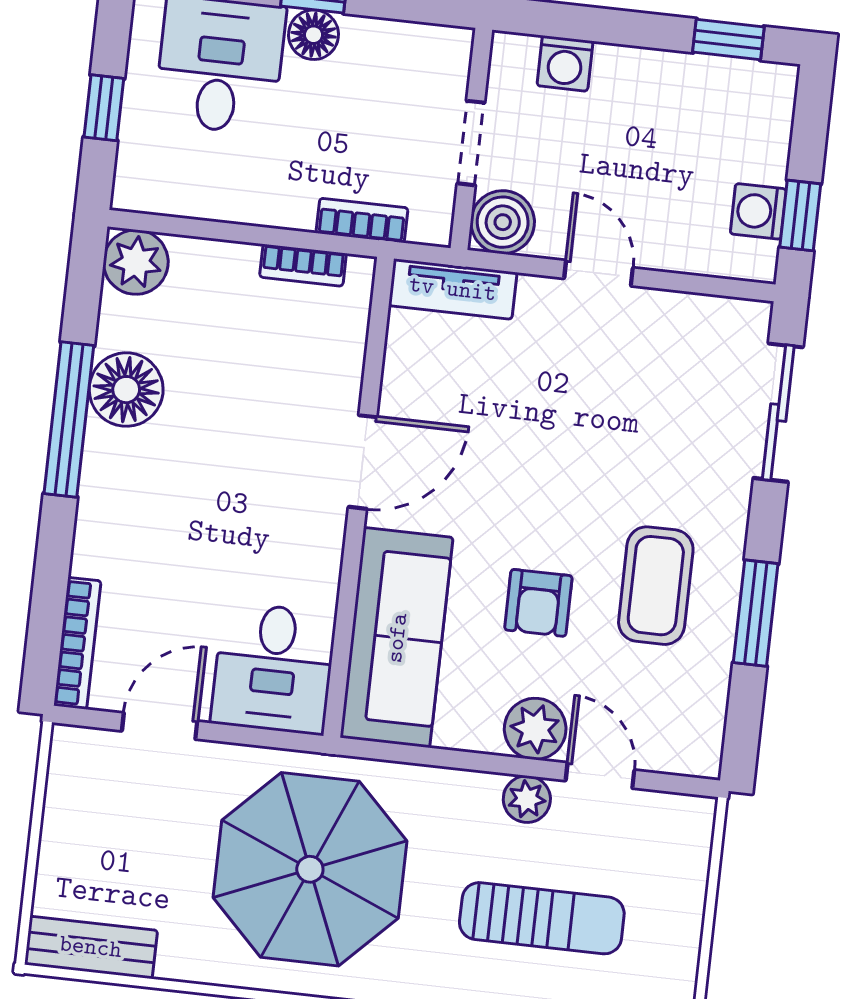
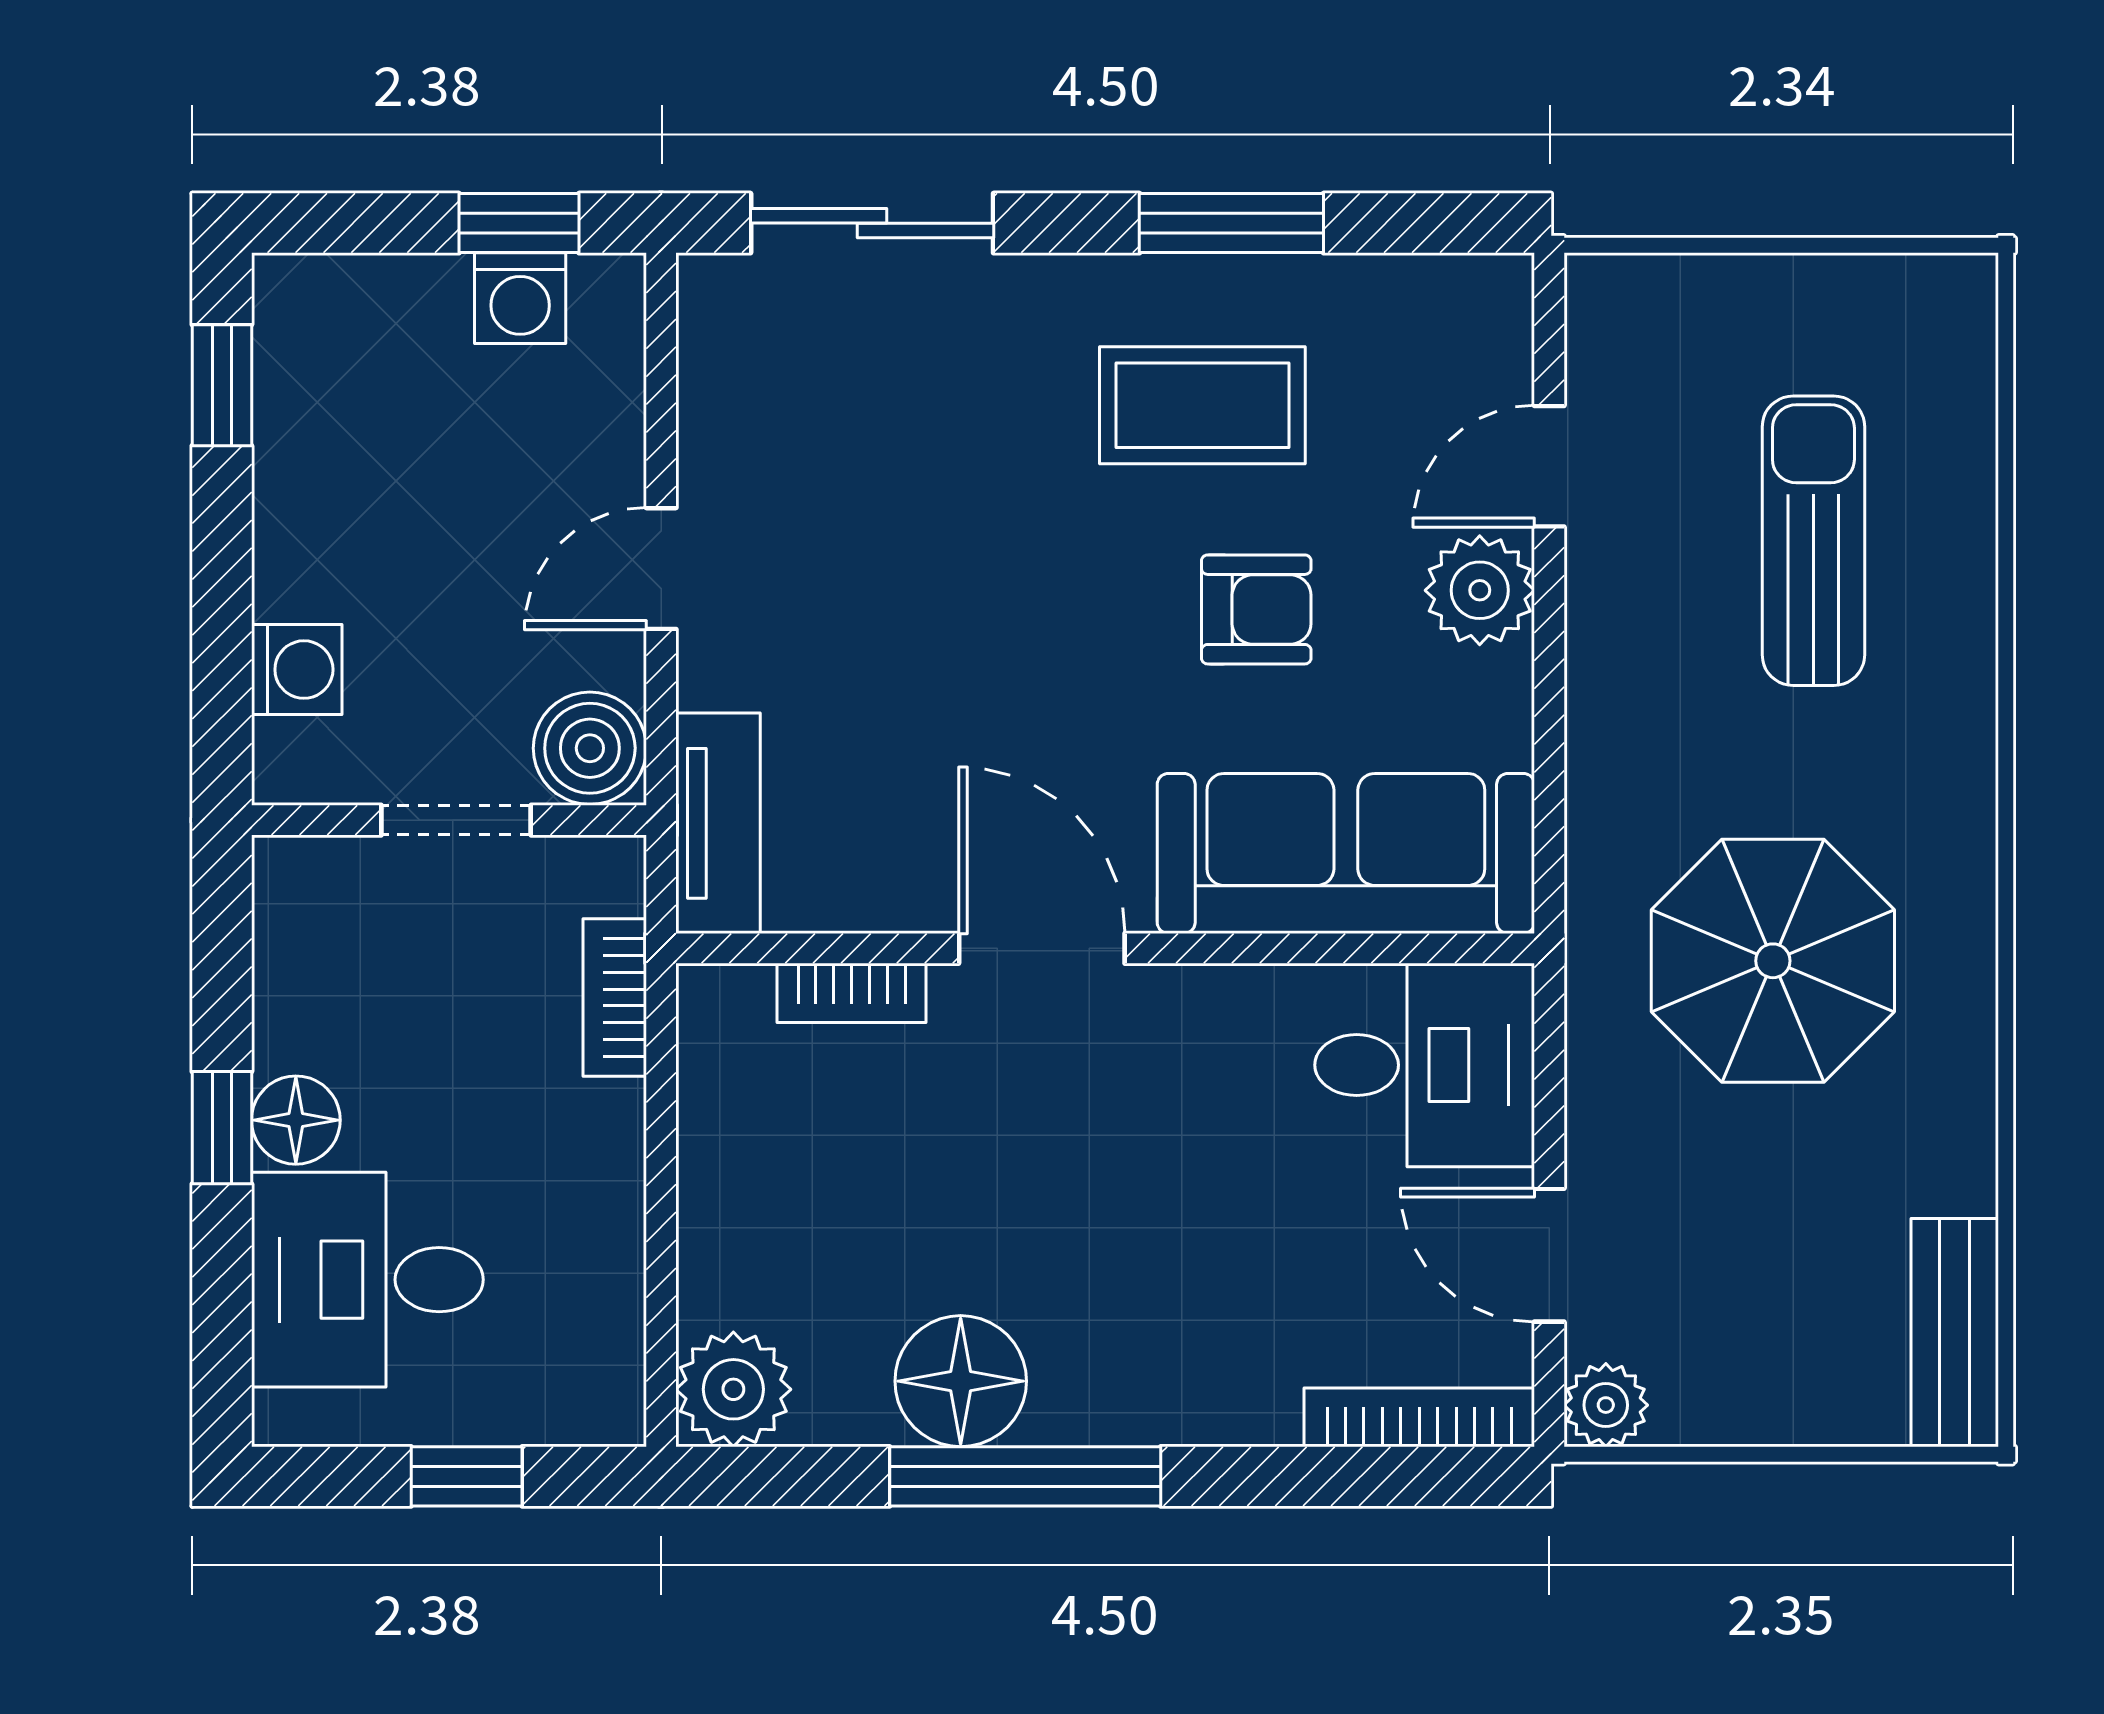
bookcase: (303, 265) -> (852, 993), moved, turned 90
plant: (527, 799) -> (1606, 1405), moved
parasol: (310, 869) -> (1773, 961), width x0.73, depth x0.73

